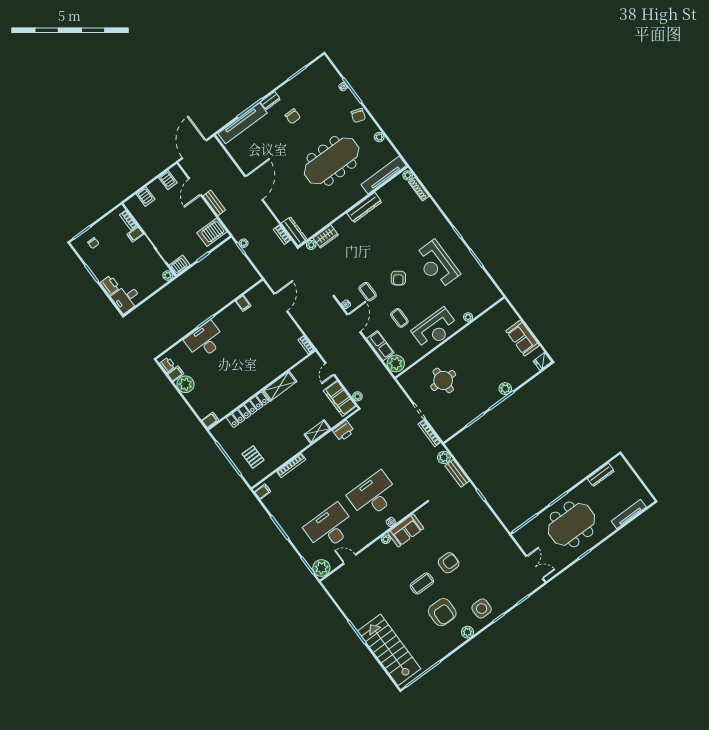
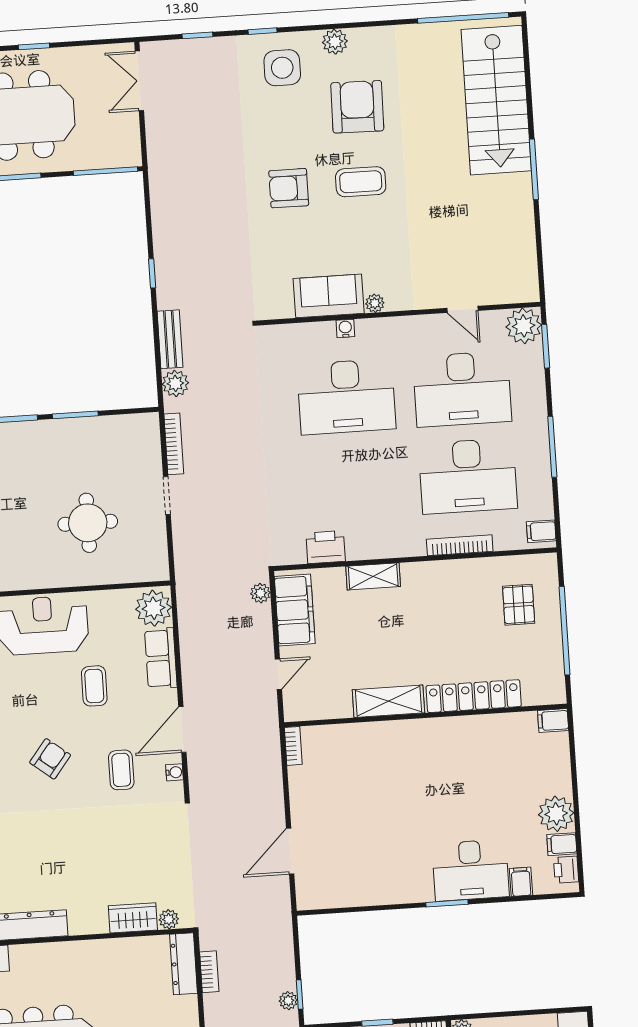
filing cabinet: (243, 303) -> (521, 882), moved
desk: (305, 495) -> (468, 476), added

